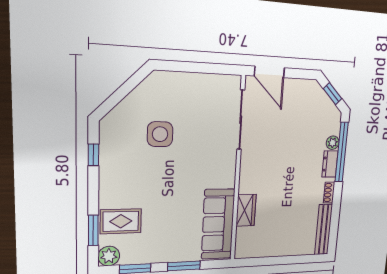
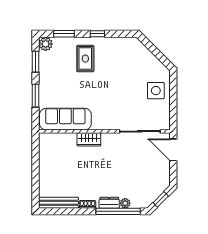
door: (269, 72) -> (173, 150), hinge flipped
side table: (160, 134) -> (156, 91), moved
window: (93, 155) -> (97, 34), moved
wardrobe: (246, 210) -> (89, 139), moved
rug: (121, 221) -> (85, 59), moved

